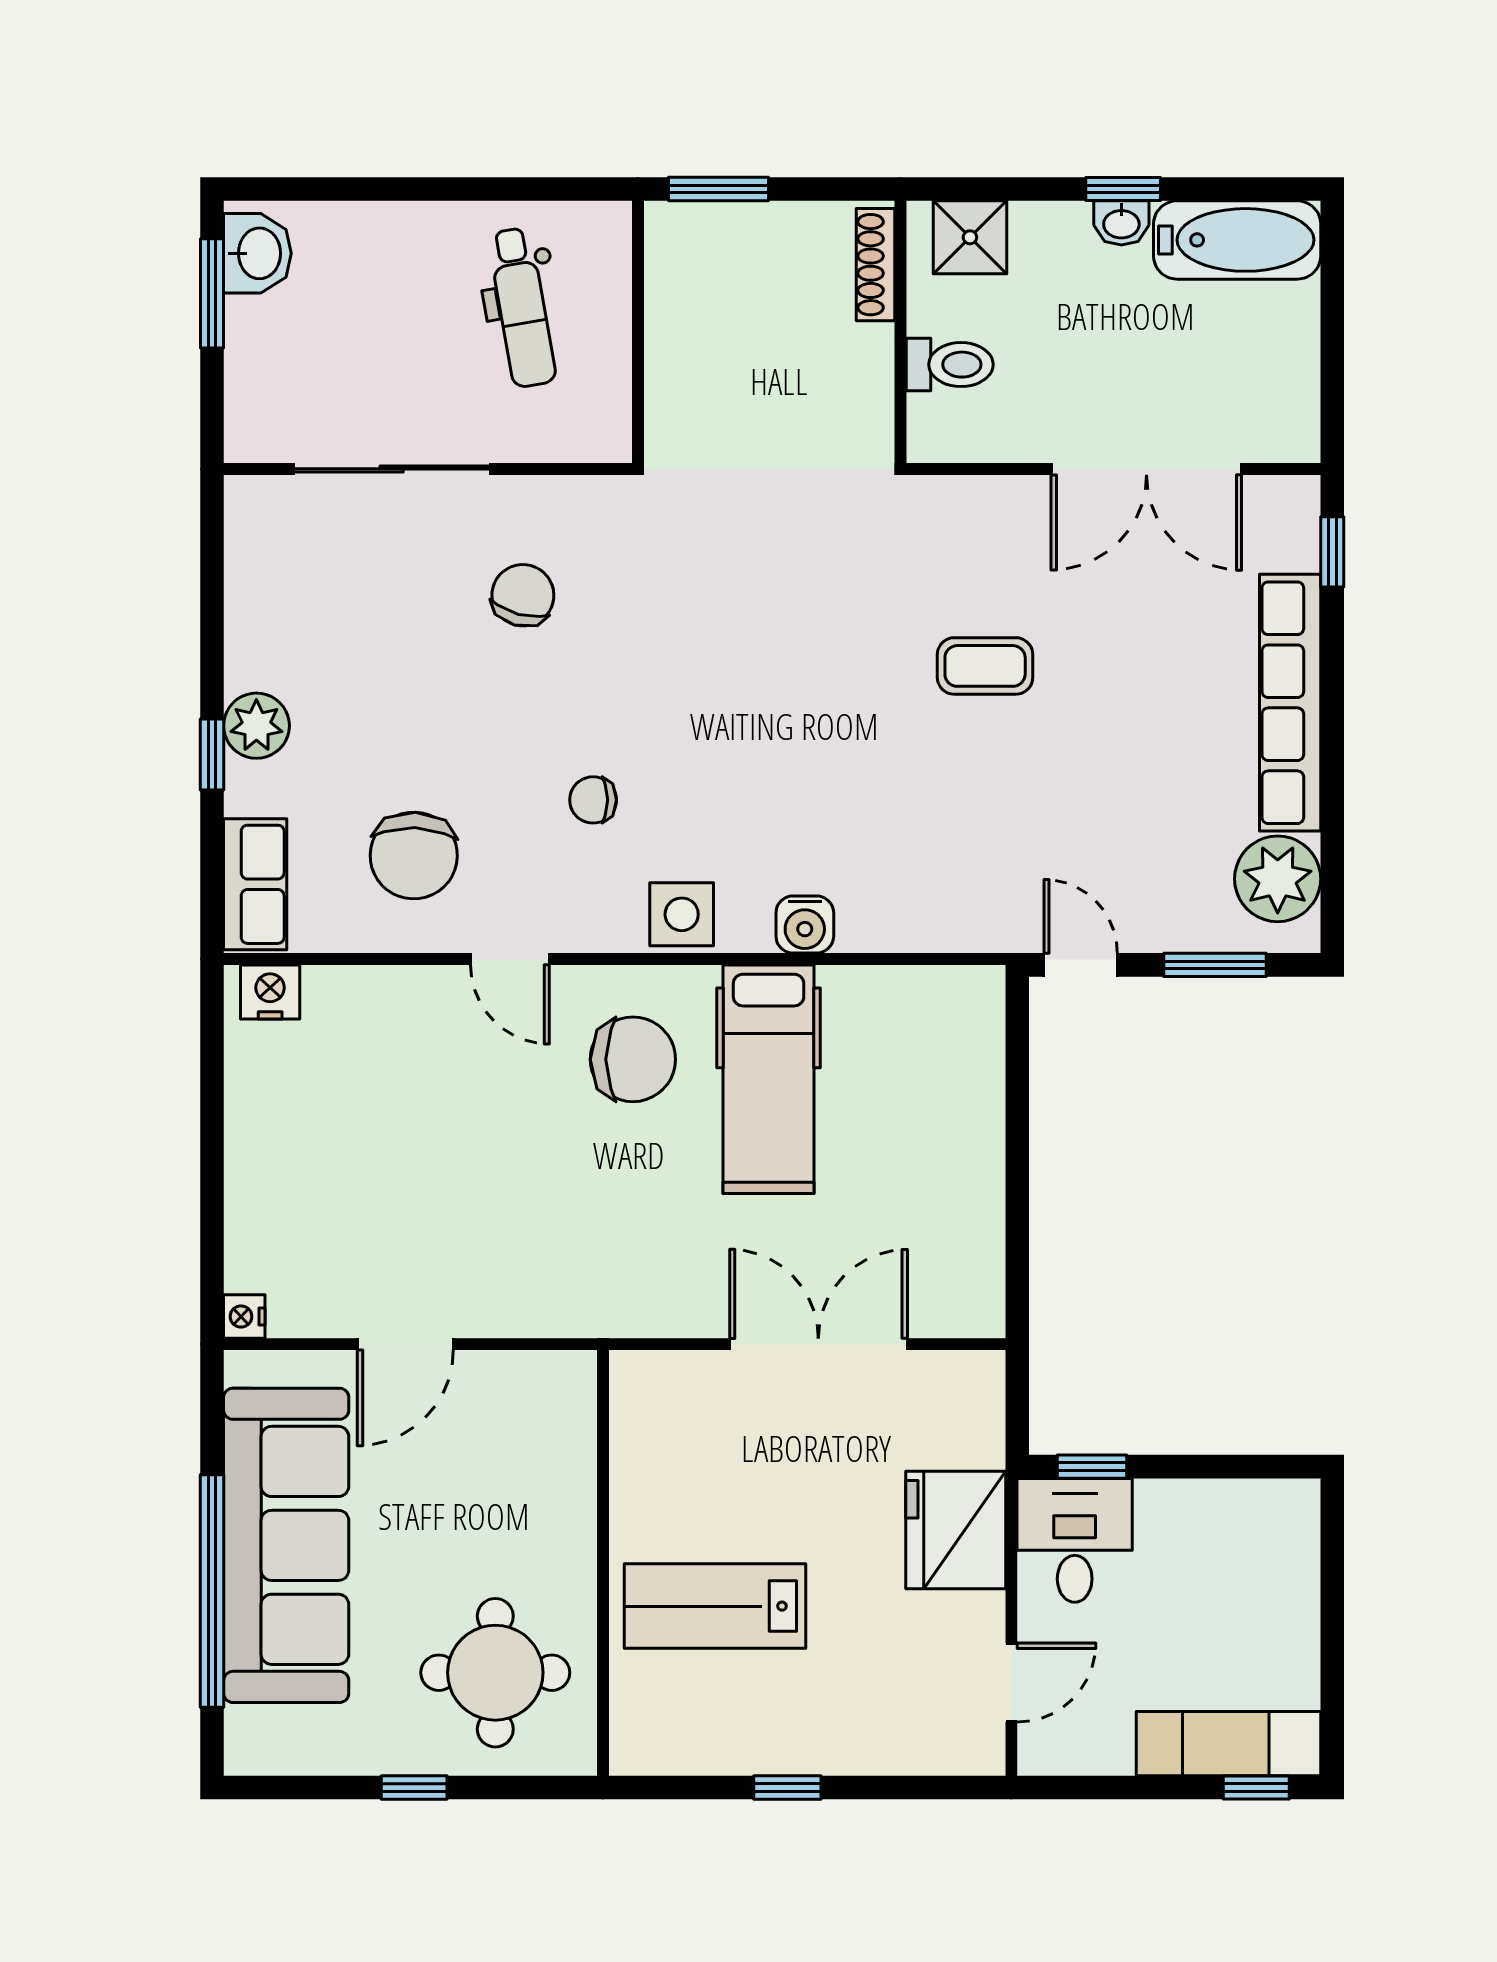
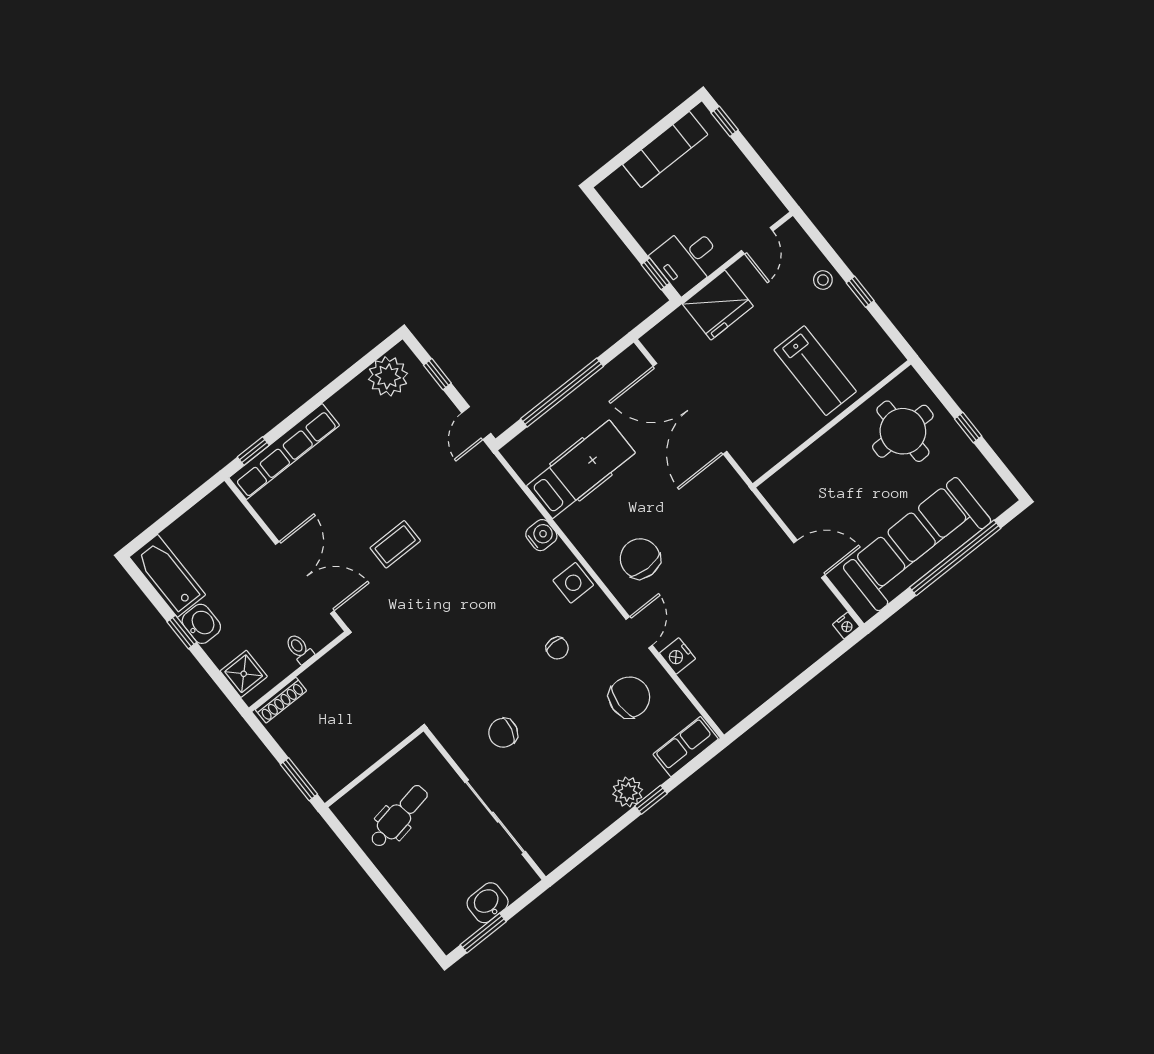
washbasin: (1121, 223) -> (201, 624), width x1.38, depth x1.45
washbasin: (257, 253) -> (488, 903), moved
toilet: (950, 365) -> (299, 649), width x0.73, depth x0.72
double door: (1146, 469) -> (305, 578), moved
coffee table: (985, 666) -> (395, 544), turned 90
row of seats: (1290, 703) -> (284, 452), moved
window: (1215, 965) -> (437, 374), width x0.67
nightstand: (270, 992) -> (678, 656), moved
hospital bed: (769, 1079) -> (581, 469), moved
window: (1017, 1150) -> (562, 393), added
double door: (818, 1344) -> (690, 409), width x1.36
door: (1011, 1683) -> (757, 241), swing flipped
stool: (857, 1741) -> (823, 280), added
exam couch: (1229, 1744) -> (665, 149), moved, turned -90

